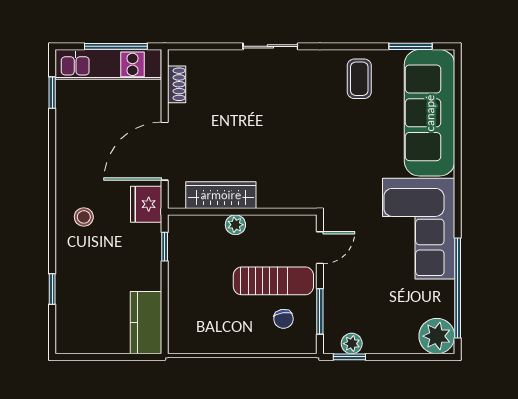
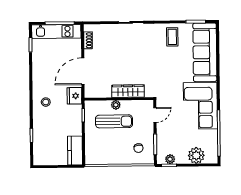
wardrobe: (221, 195) -> (128, 91), moved
sun lounger: (273, 281) -> (114, 121), moved
plant: (437, 336) -> (196, 155), moved

